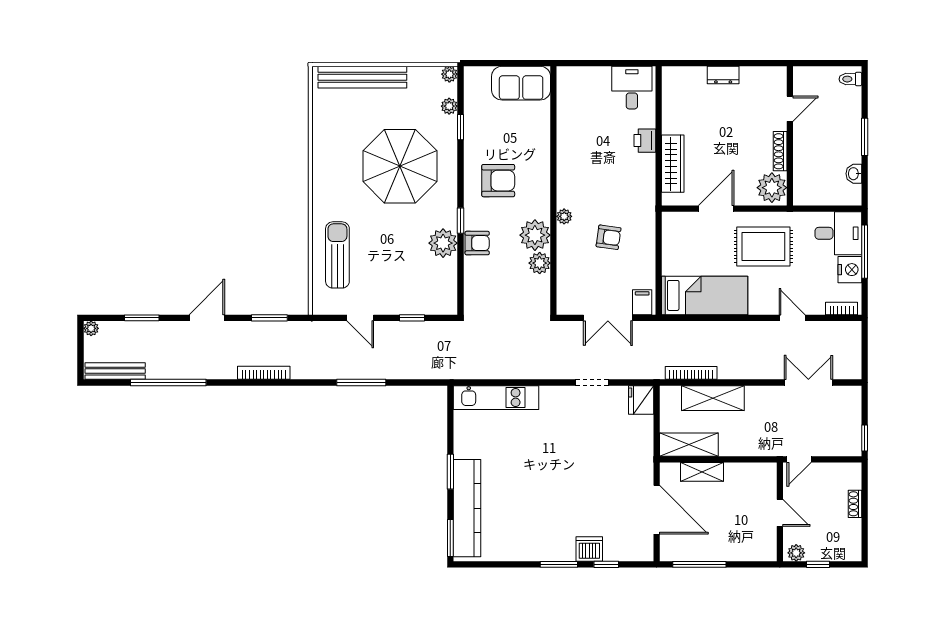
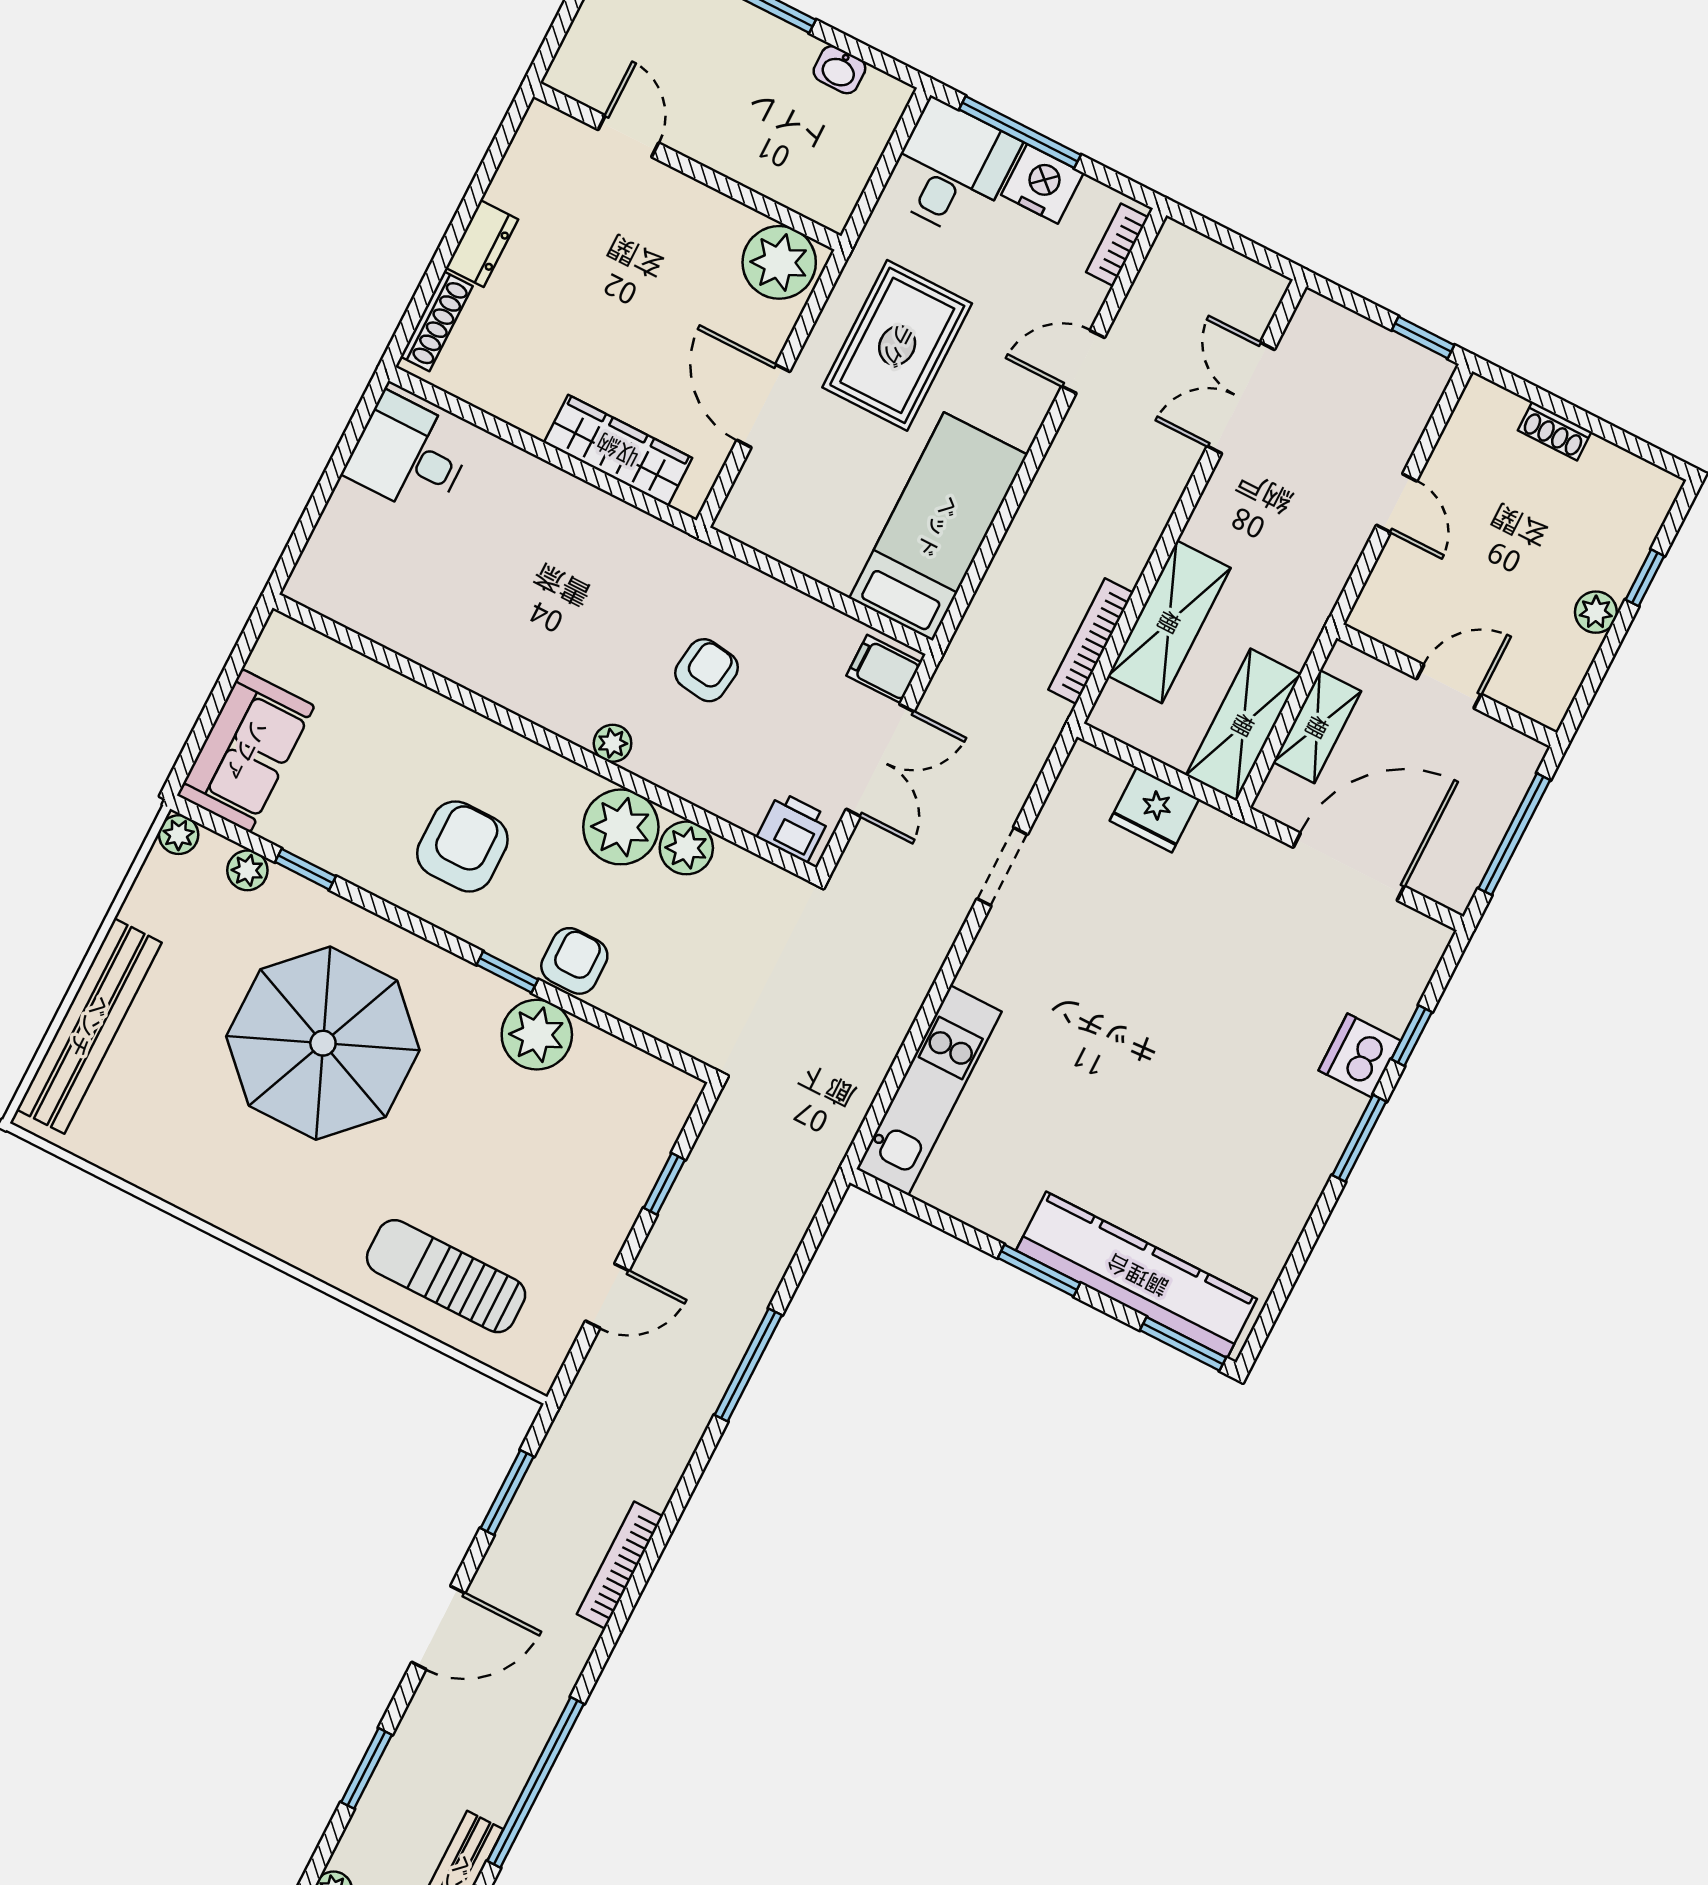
sofa: (521, 83) -> (246, 751), moved
printer: (645, 141) -> (793, 827), moved, turned 180
shoe rack: (780, 151) -> (437, 321), moved, turned -90
door: (207, 318) -> (438, 1628), swing flipped
fridge: (641, 400) -> (1154, 810), moved
wall: (780, 512) -> (1447, 685), moved
door: (780, 513) -> (1449, 686), moved

